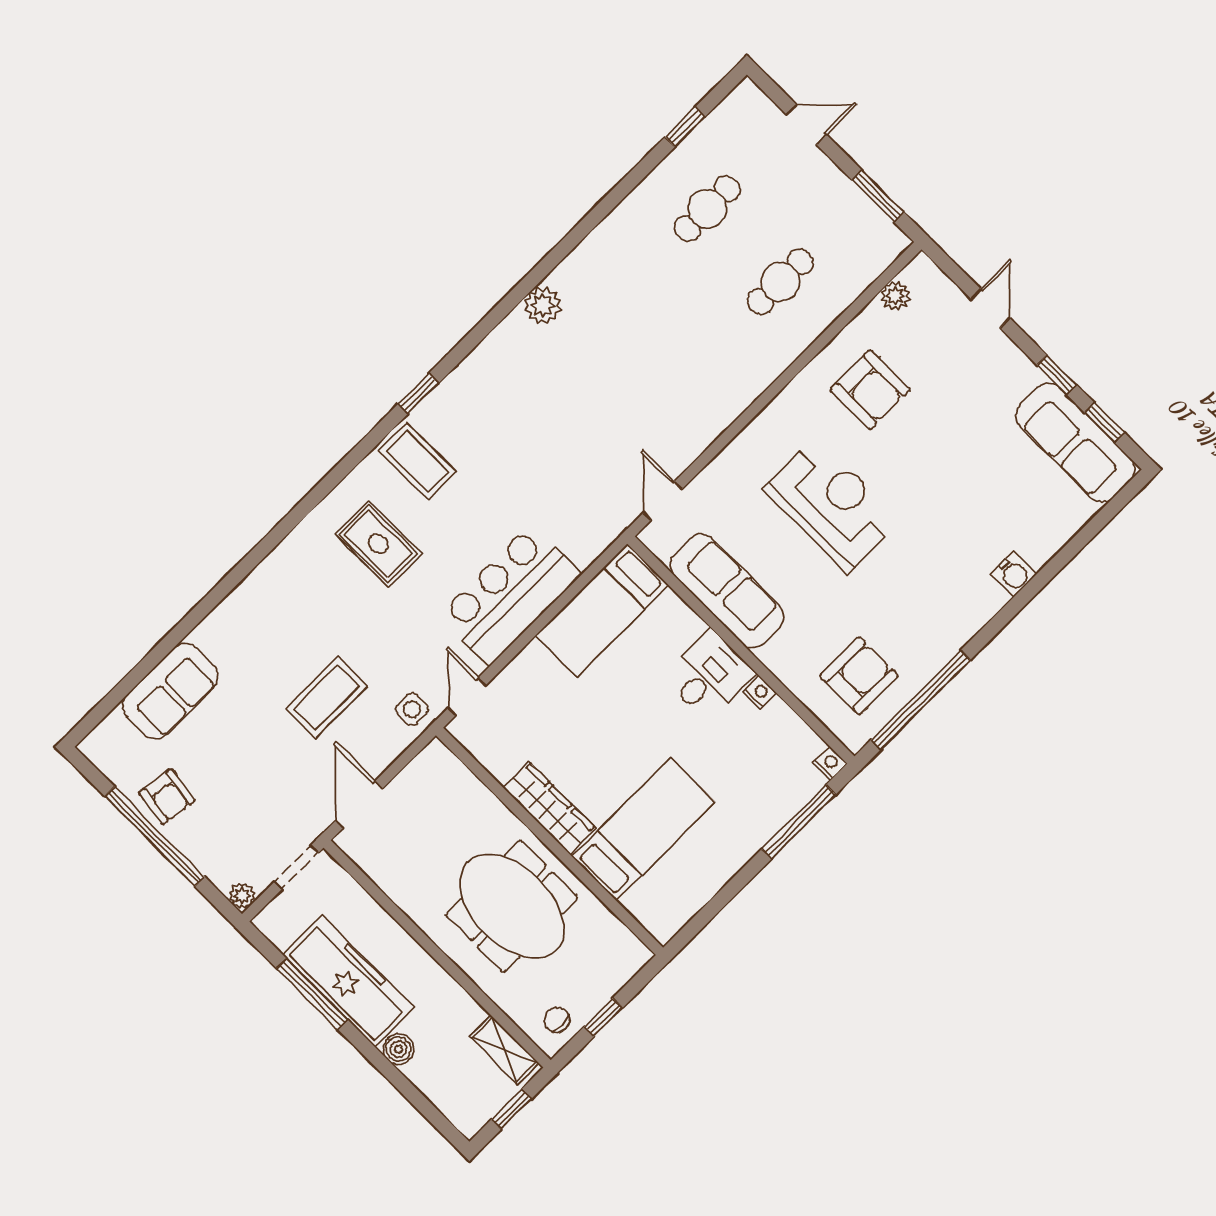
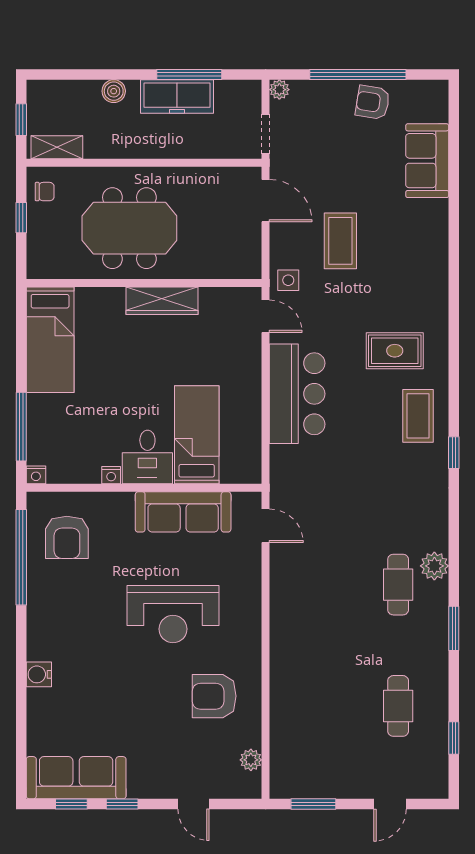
window: (583, 229) -> (454, 628), added
cafe table: (780, 282) -> (398, 585), moved
coffee table: (417, 461) -> (418, 416), turned 90
bed: (602, 610) -> (197, 435), moved
bed: (643, 829) -> (50, 340), moved
freezer: (348, 981) -> (177, 96), width x0.73, depth x0.79

